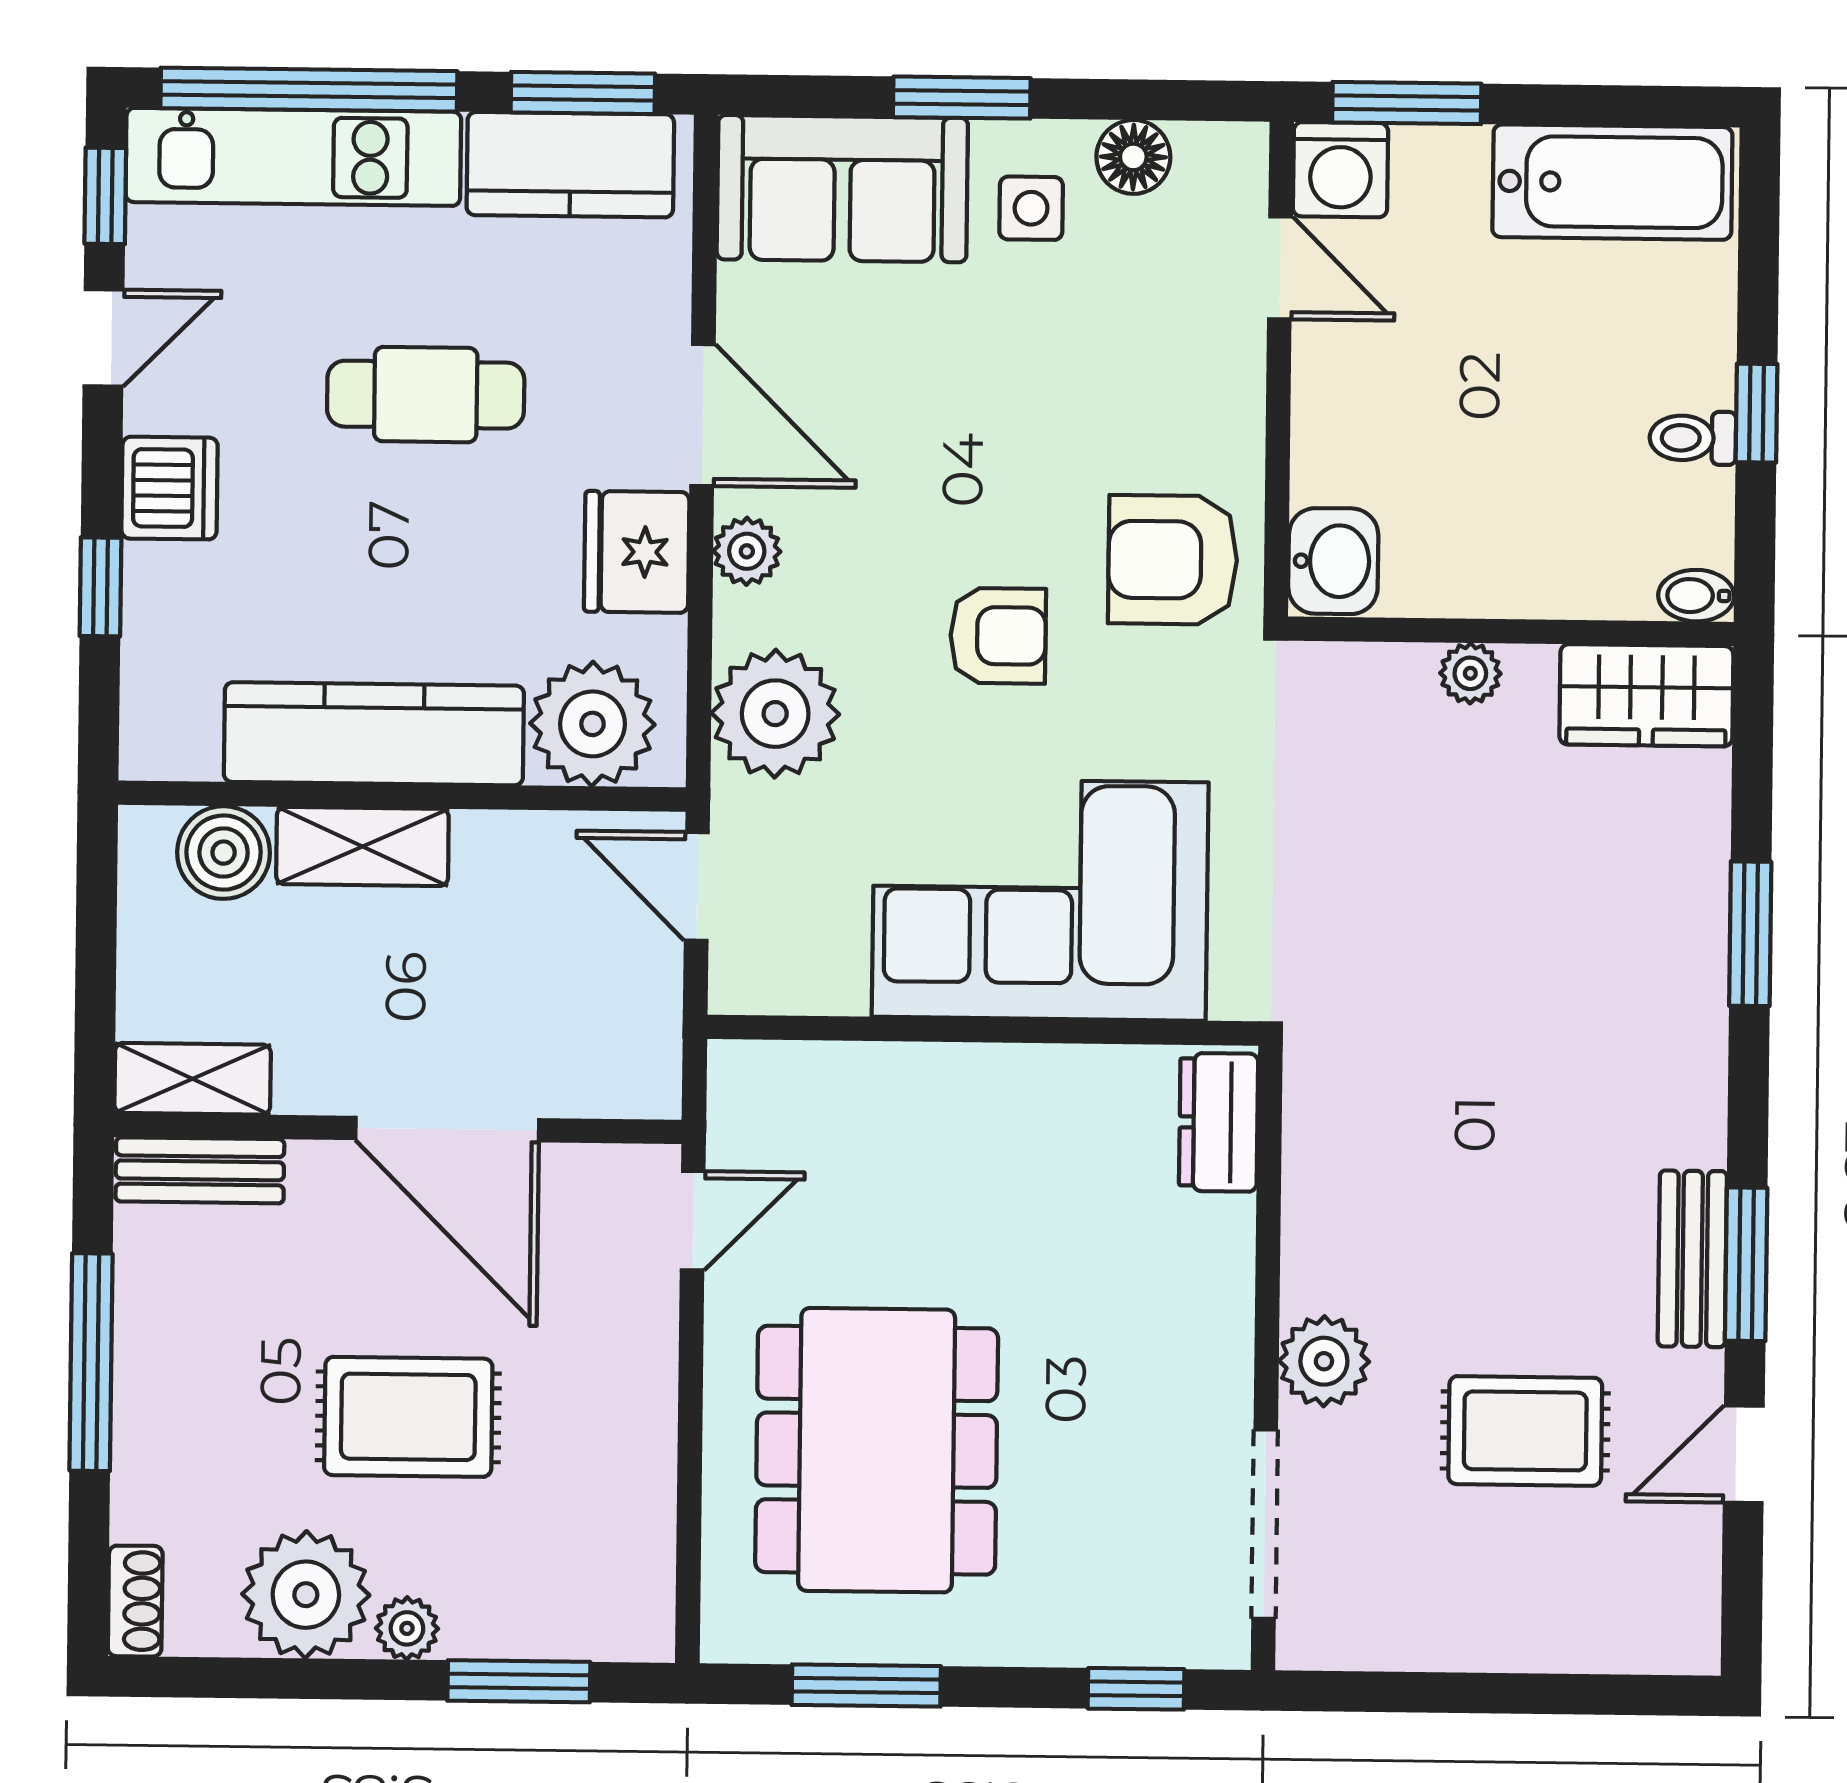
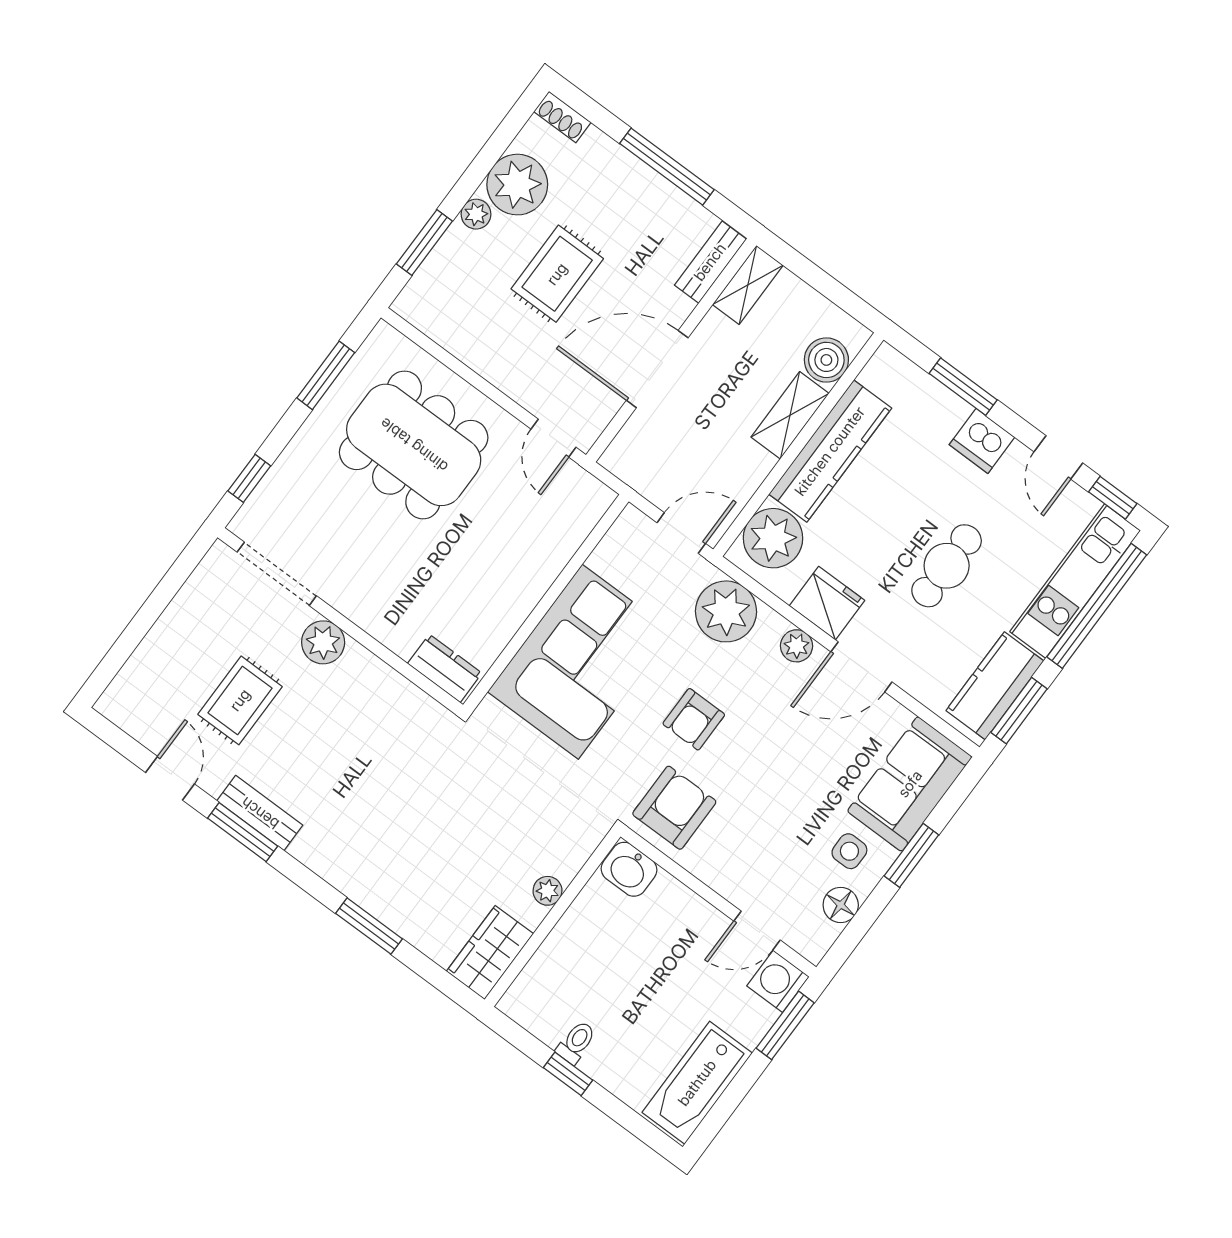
window: (100, 587) -> (963, 387), width x1.50
bidet: (1696, 596) -> (514, 1000), removed

